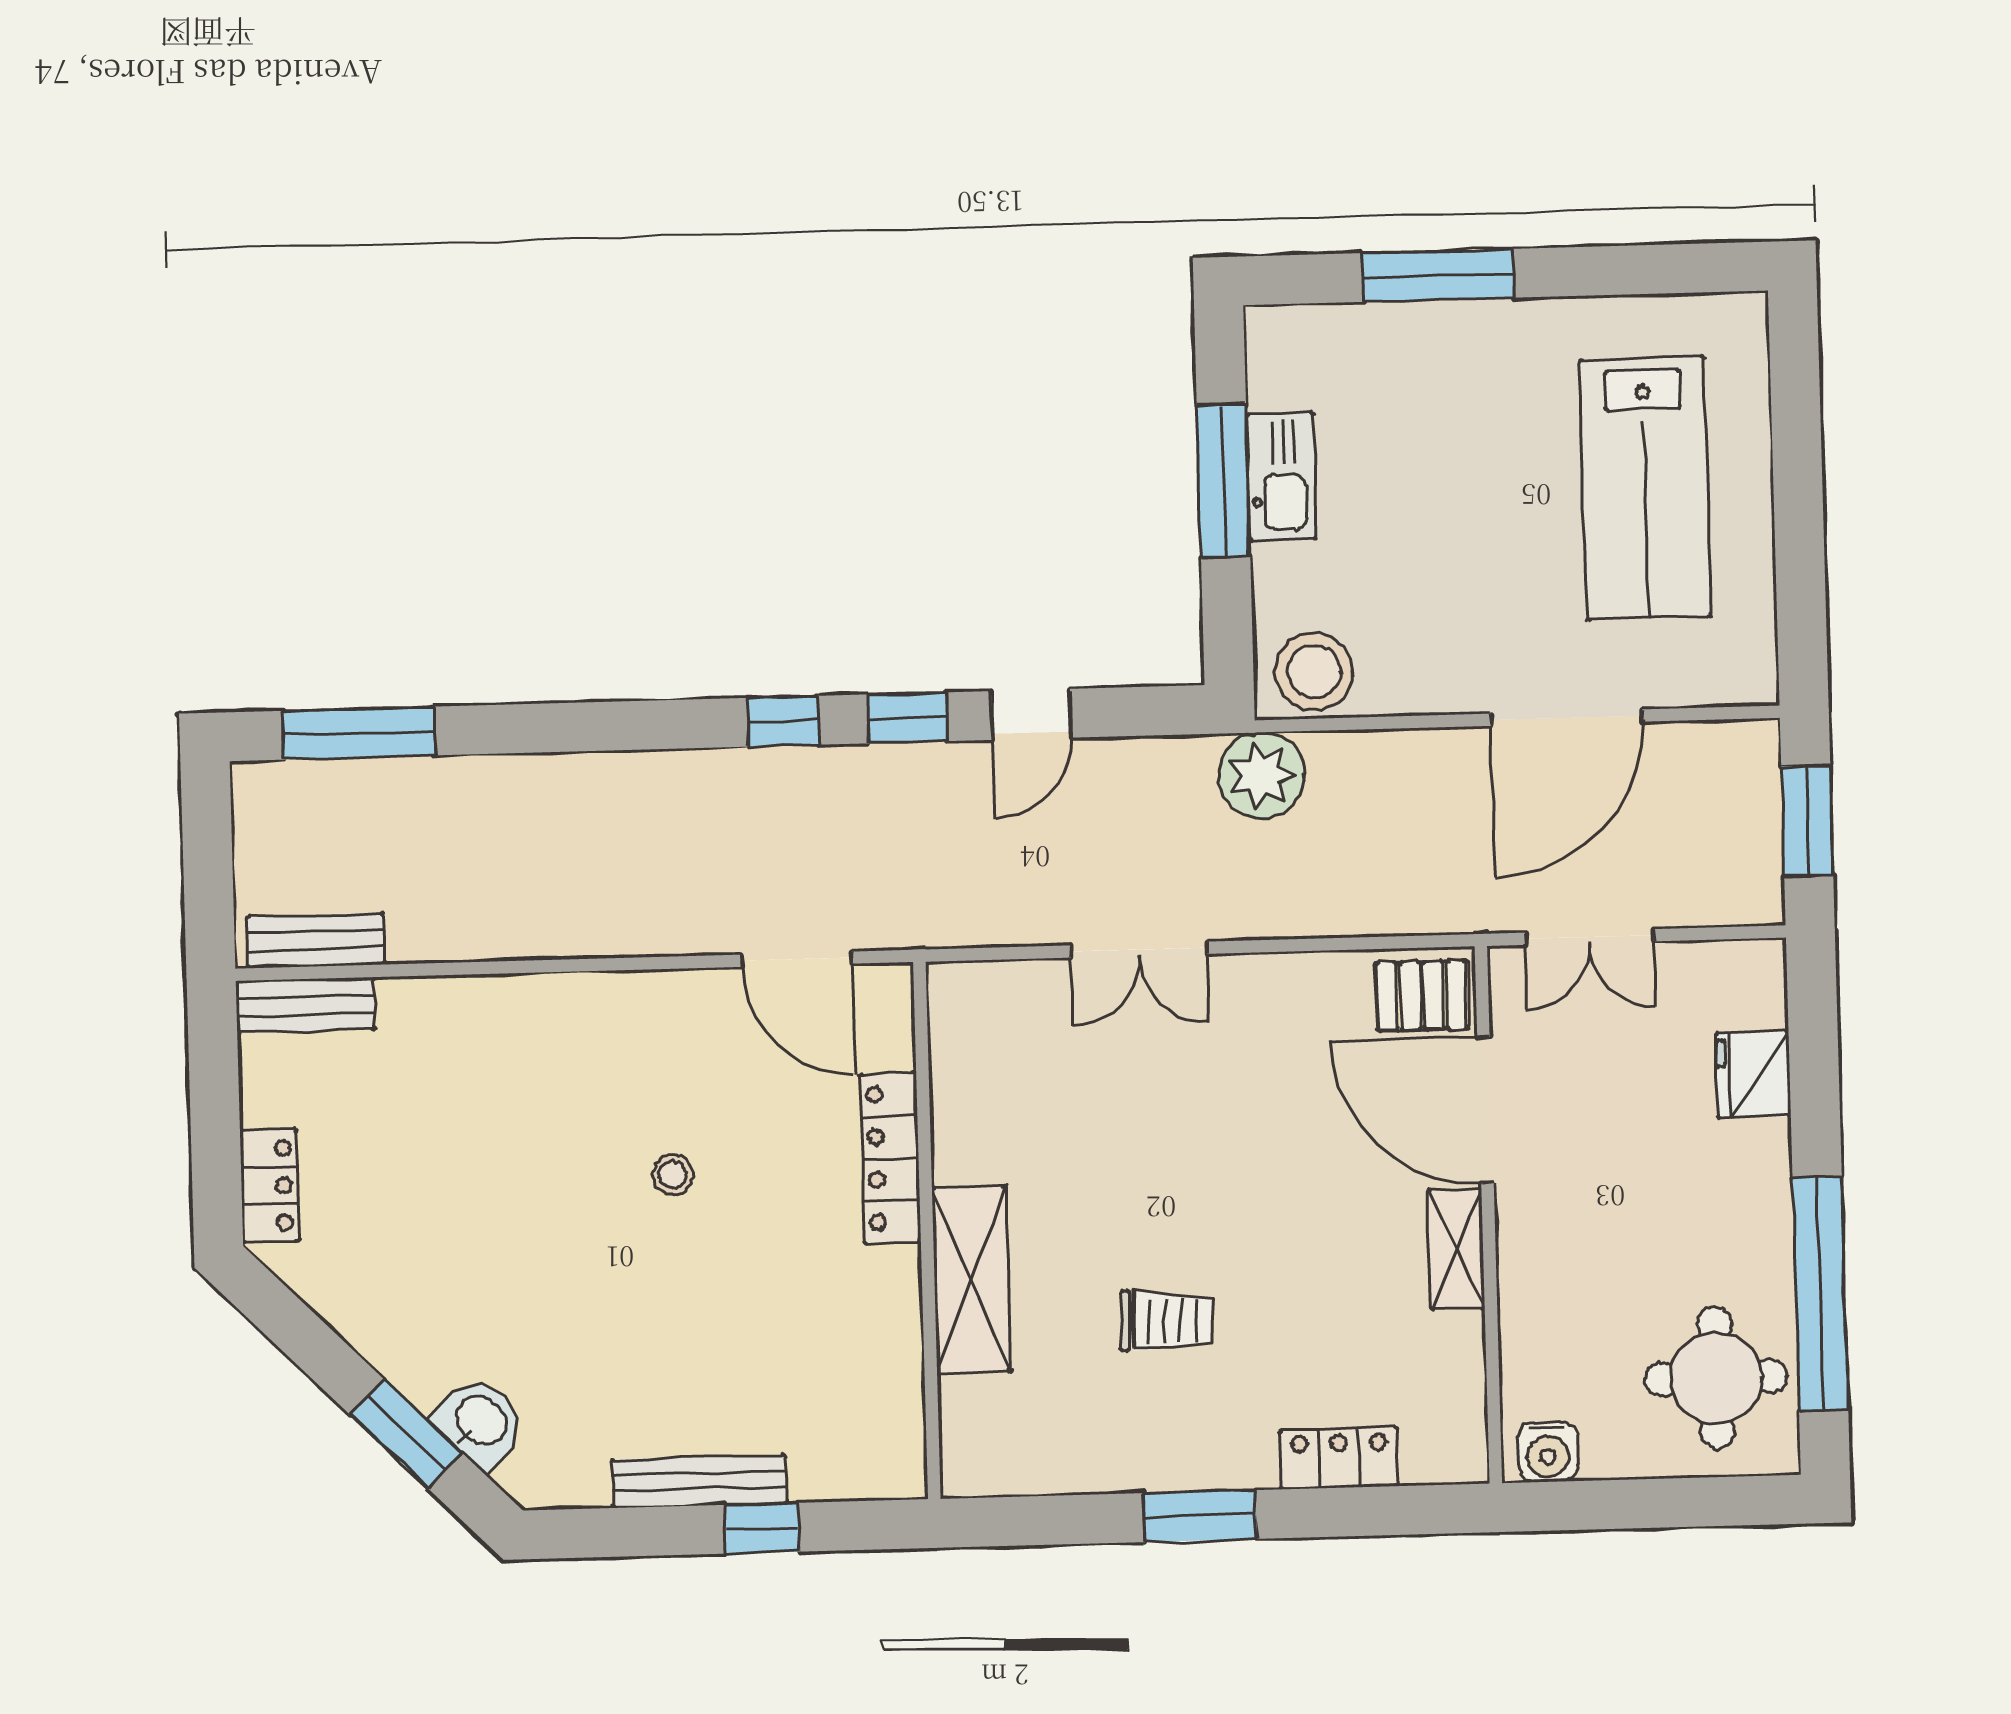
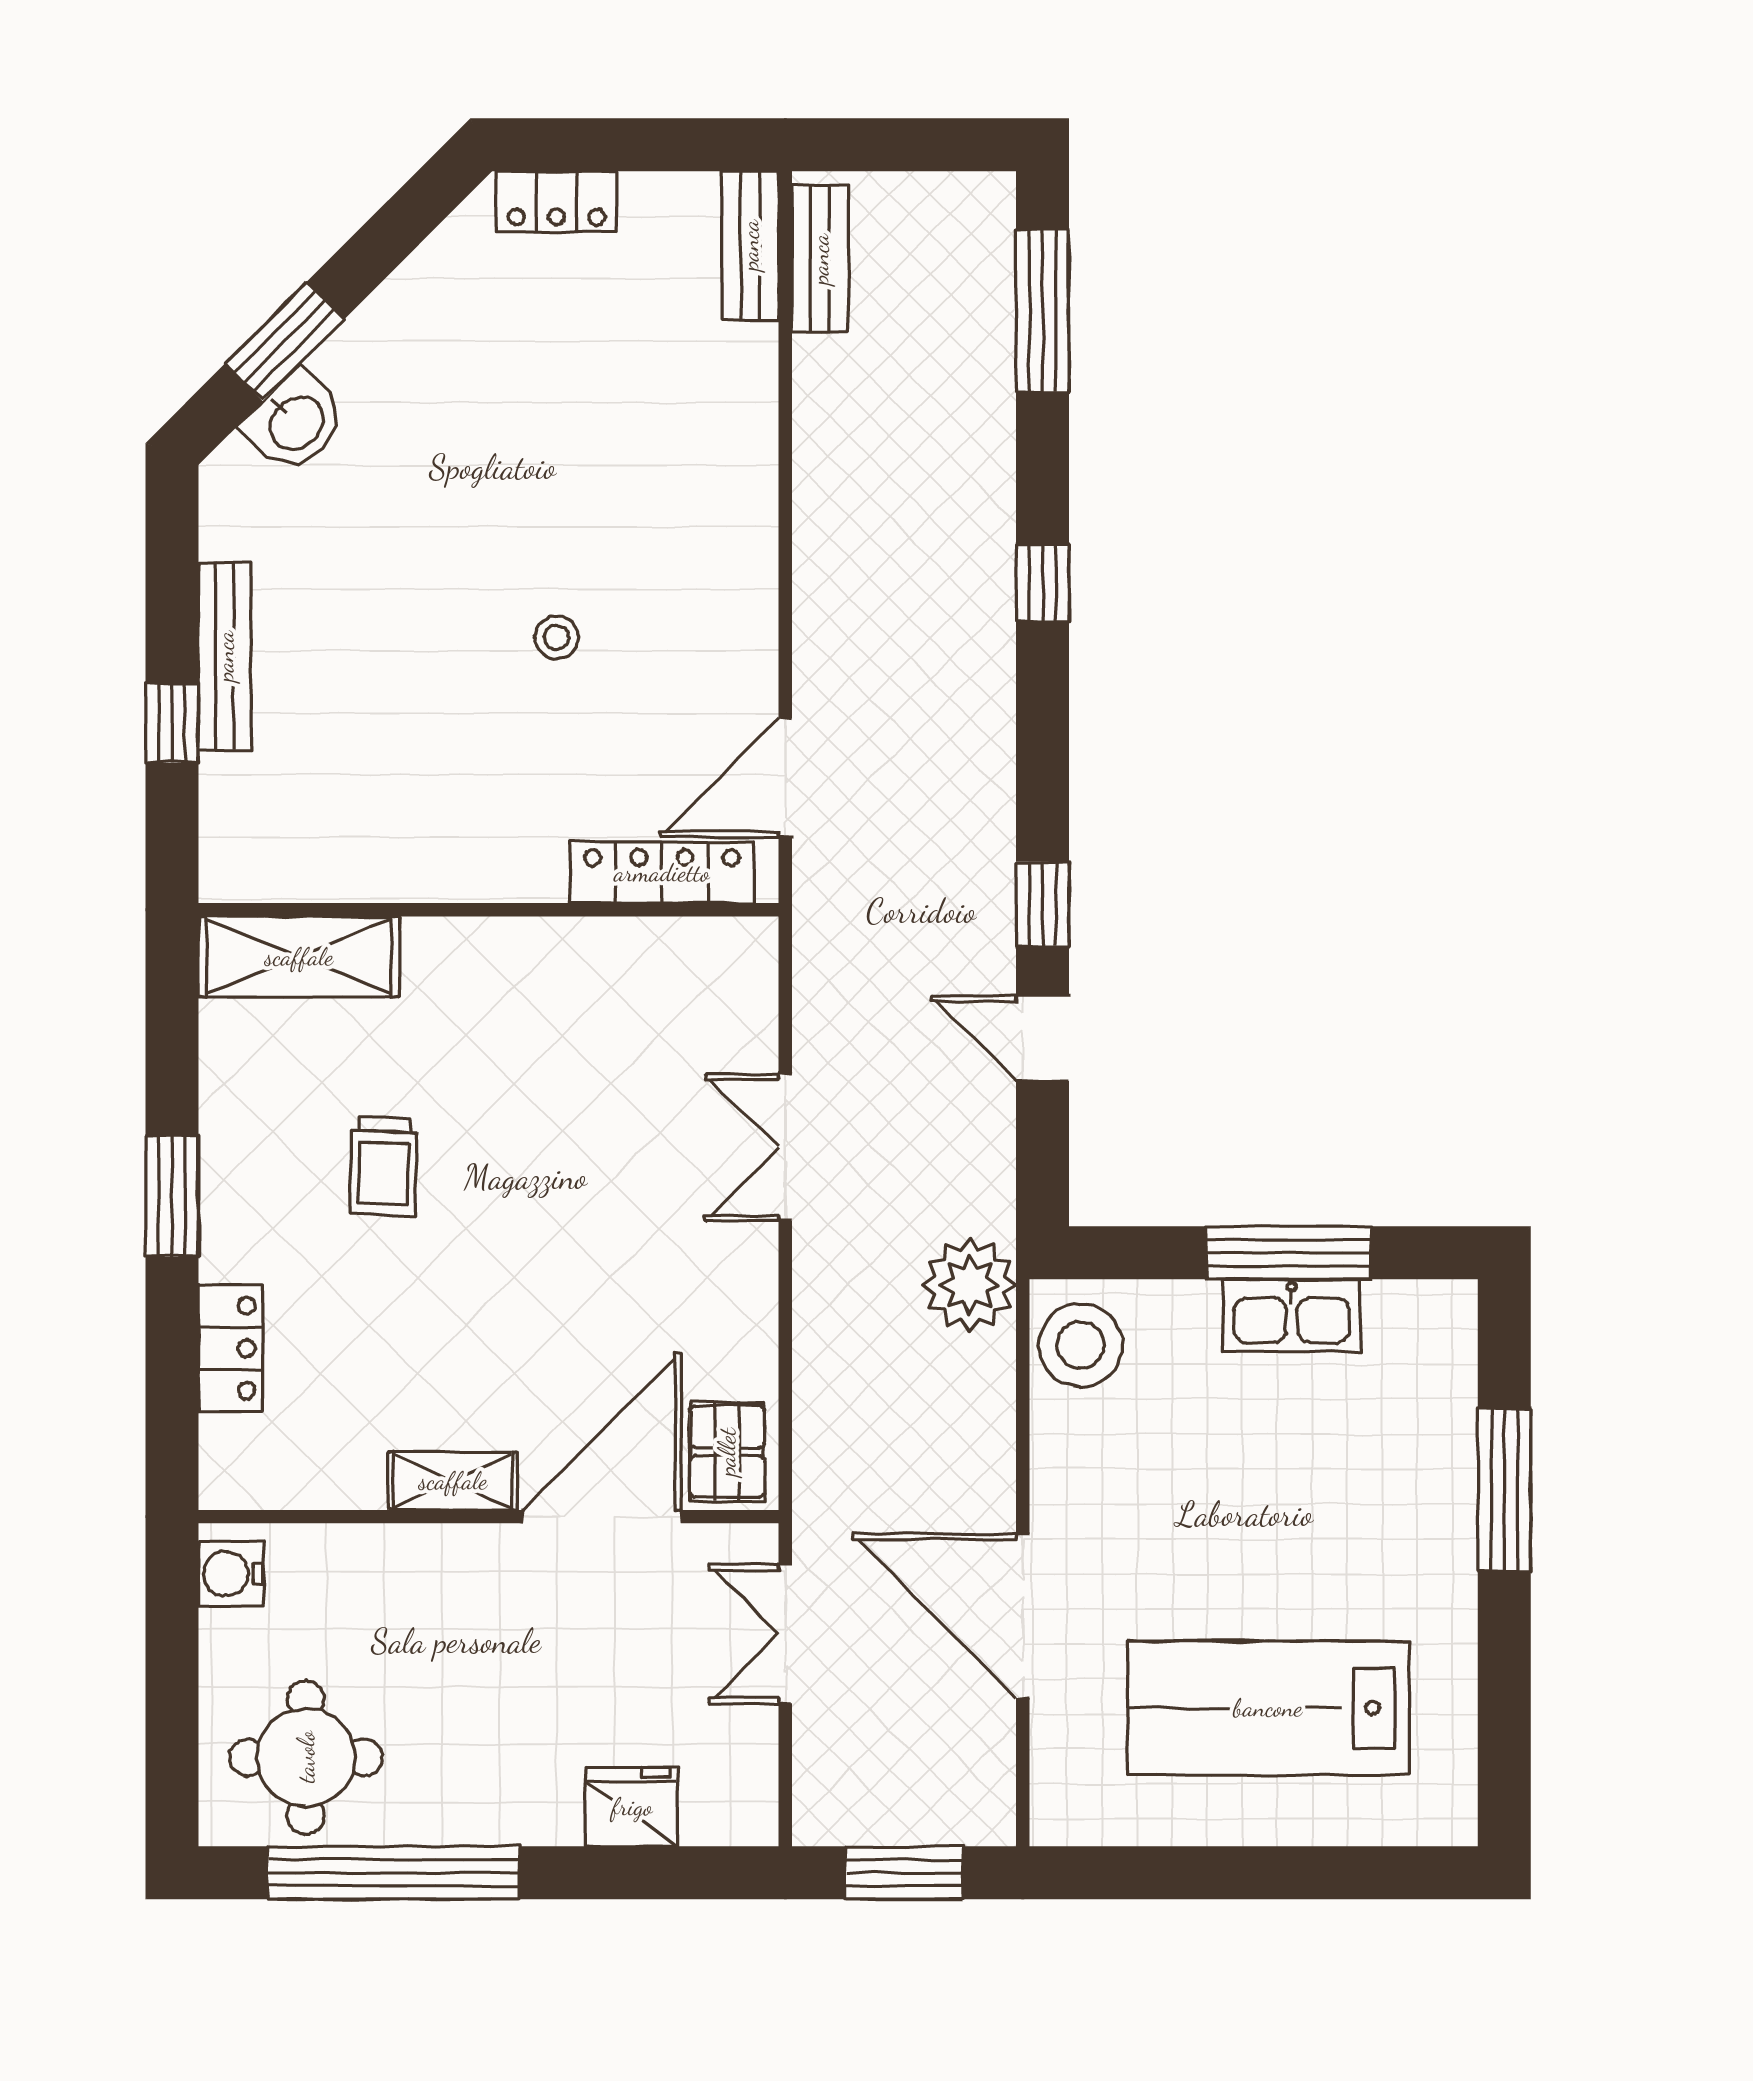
window: (783, 721) -> (1043, 583), moved
locker: (890, 1158) -> (662, 873), moved
shelving: (971, 1280) -> (299, 957), moved

